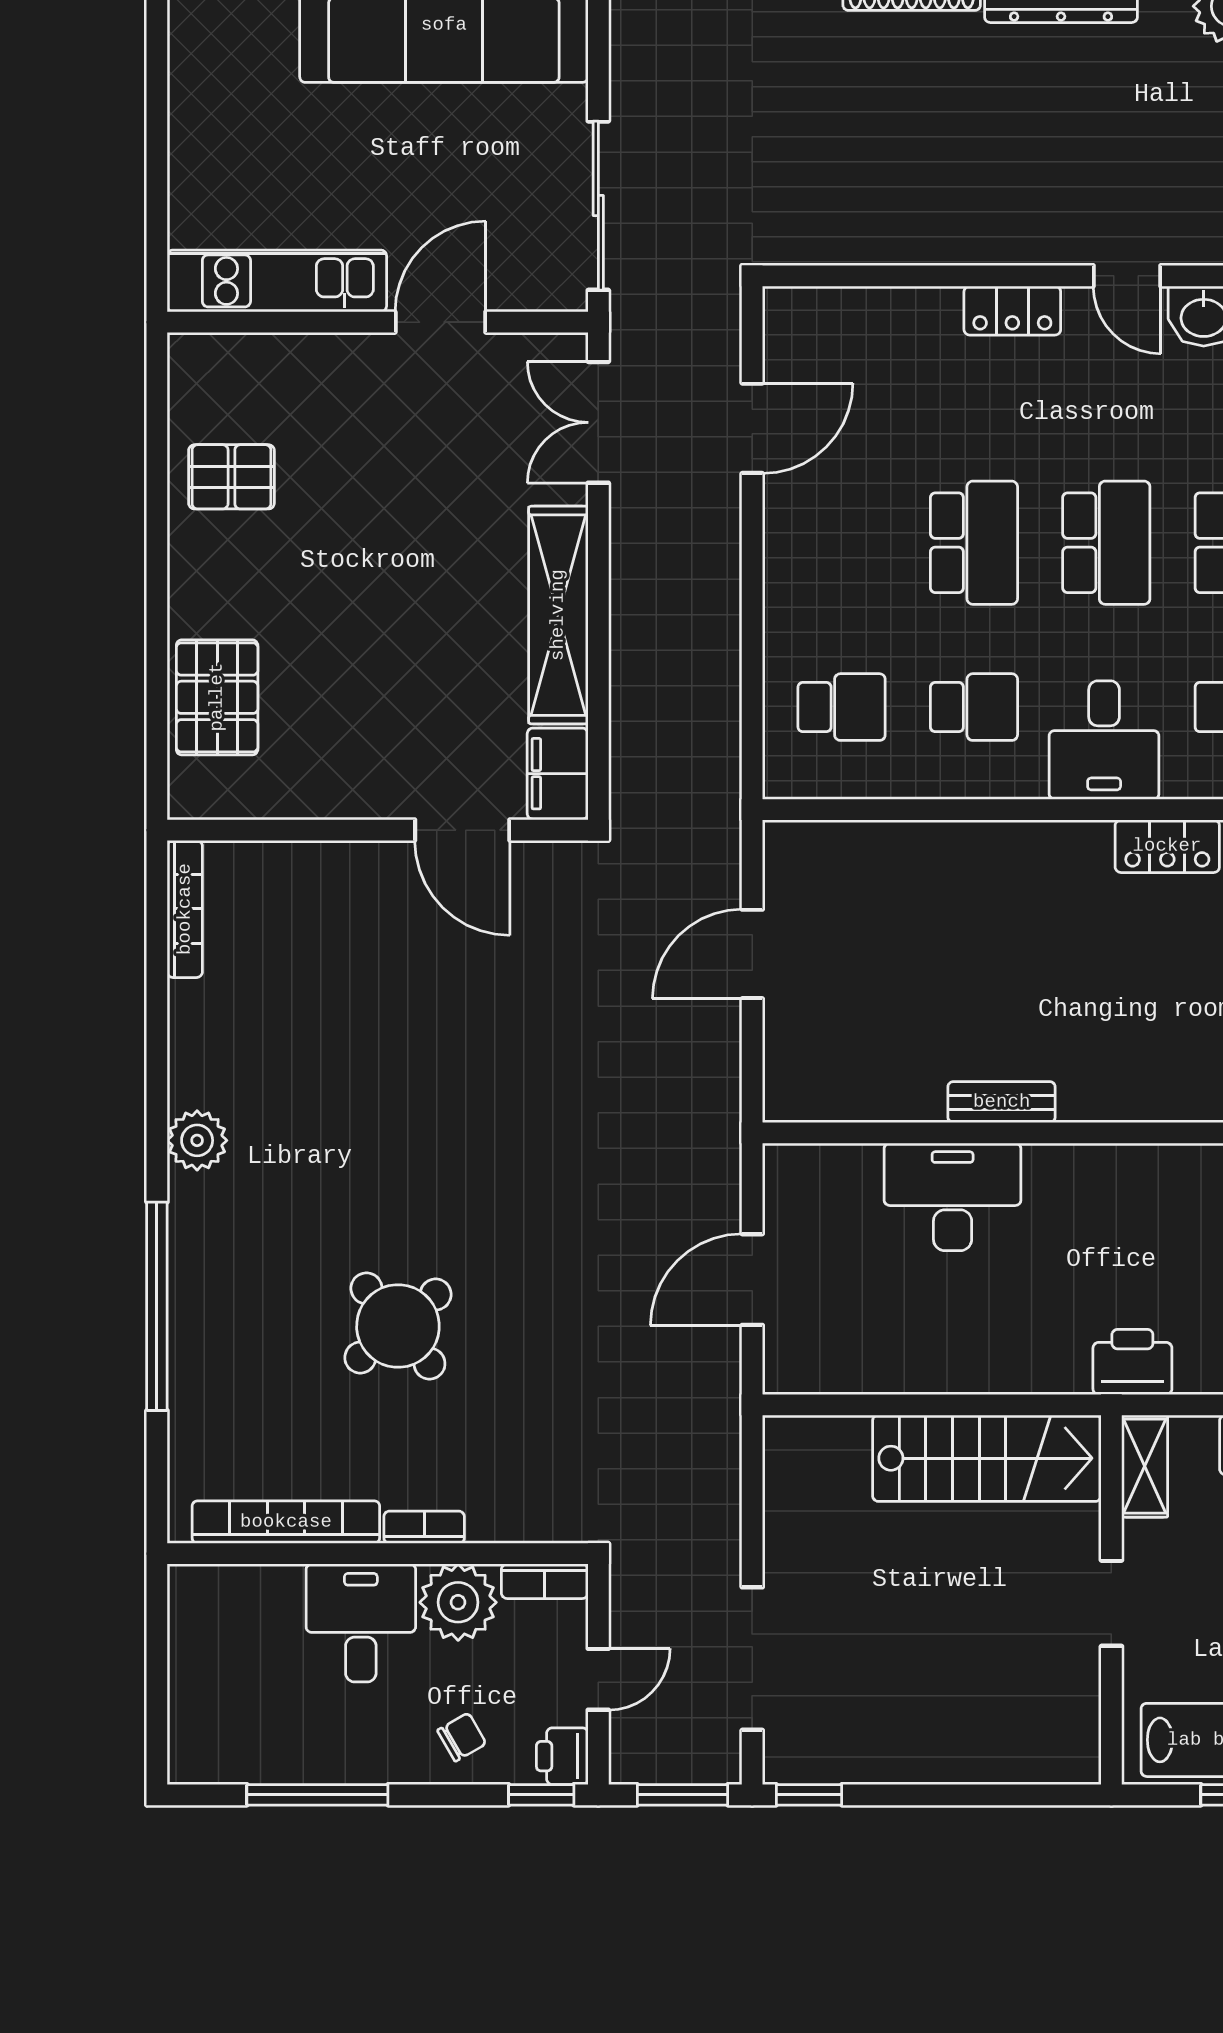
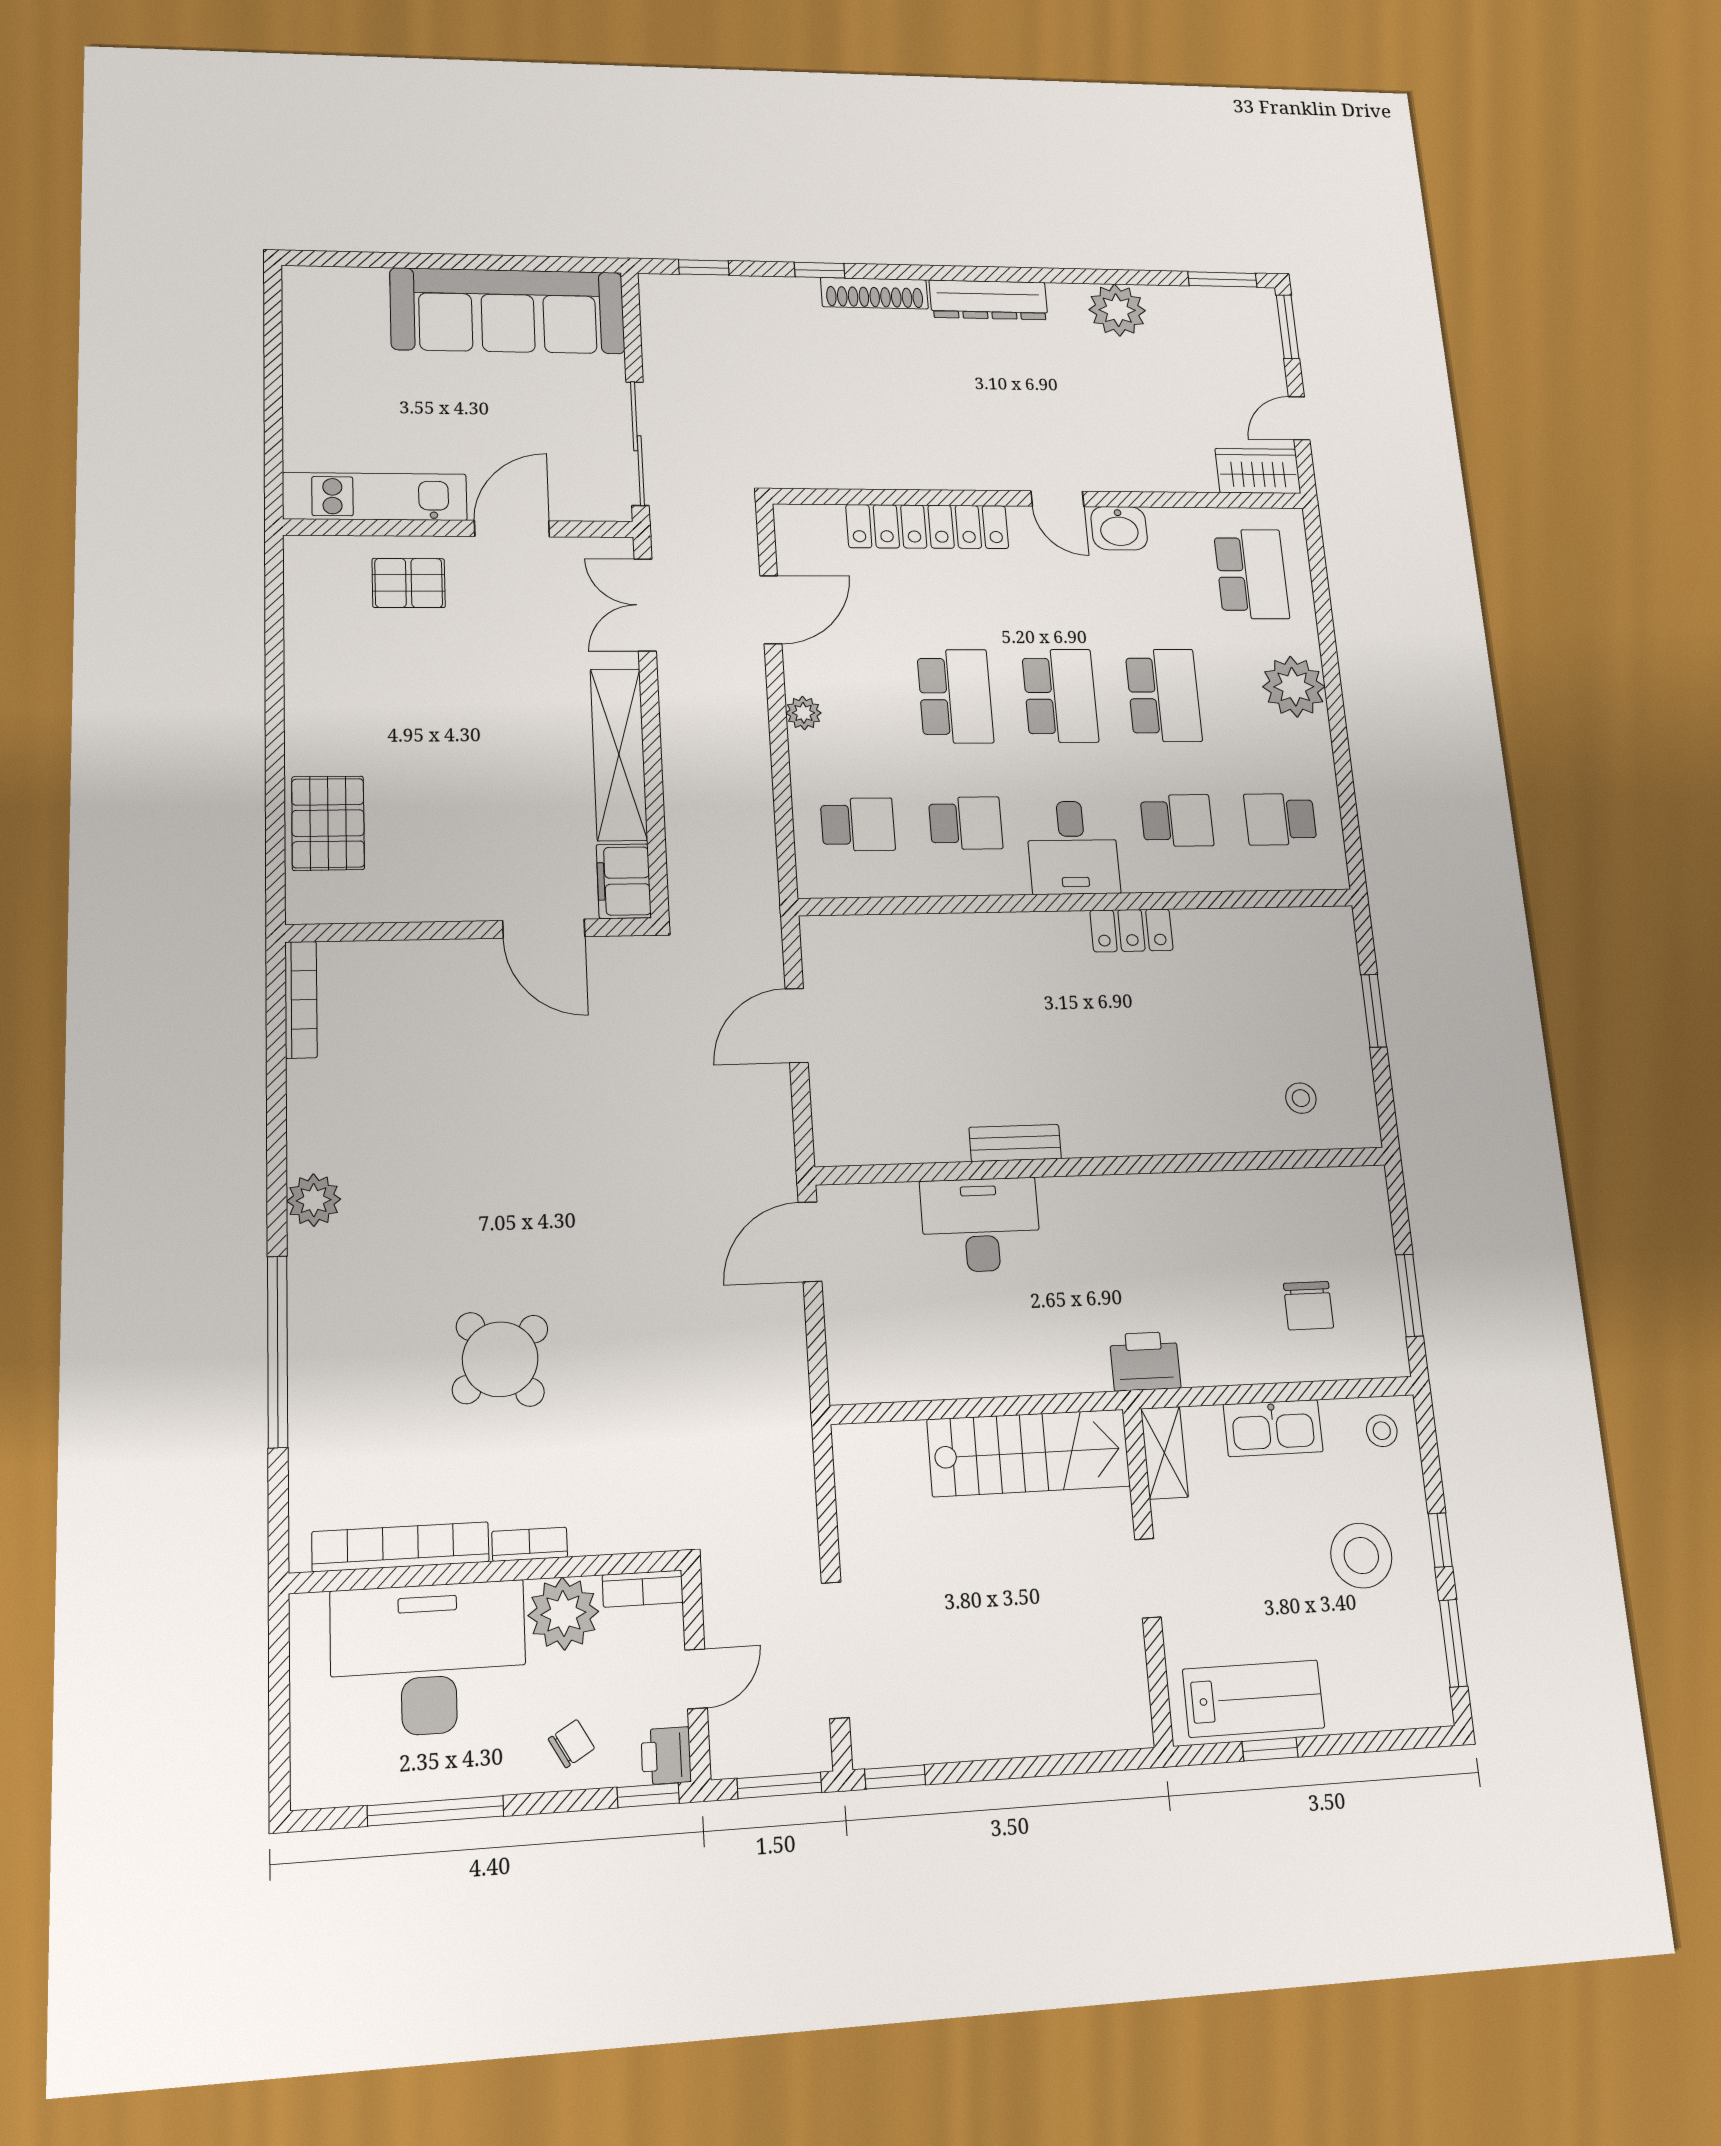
locker: (1012, 311) -> (927, 527), width x2.16, depth x1.21
pallet: (231, 477) -> (409, 583), moved
plant: (784, 564) -> (803, 713), added
door: (752, 1280) -> (810, 1242), moved
desk: (361, 1623) -> (428, 1659), width x1.87, depth x1.30

